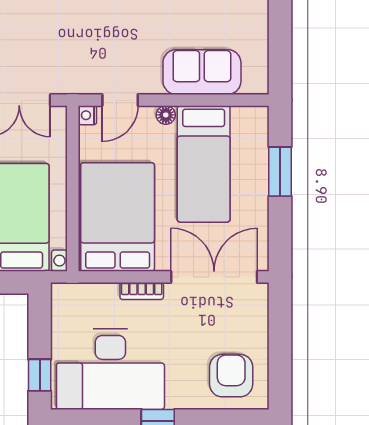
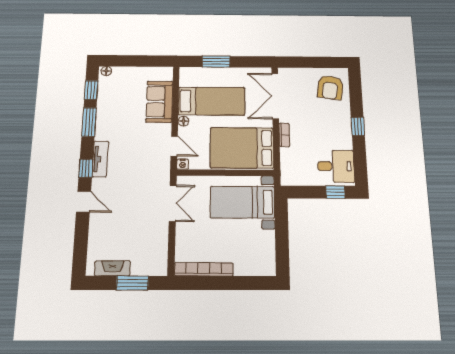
desk: (110, 369) -> (336, 166), width x0.53, depth x0.77
armchair: (231, 376) -> (330, 88), turned -82

